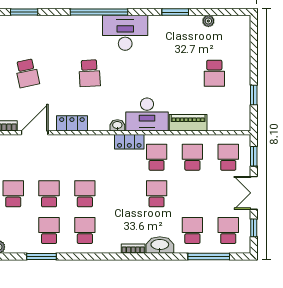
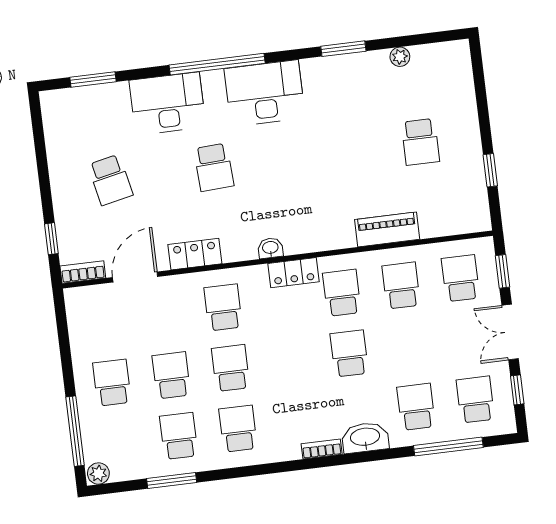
desk: (147, 114) -> (167, 103), moved, turned 180
school desk: (85, 157) -> (223, 307), added

